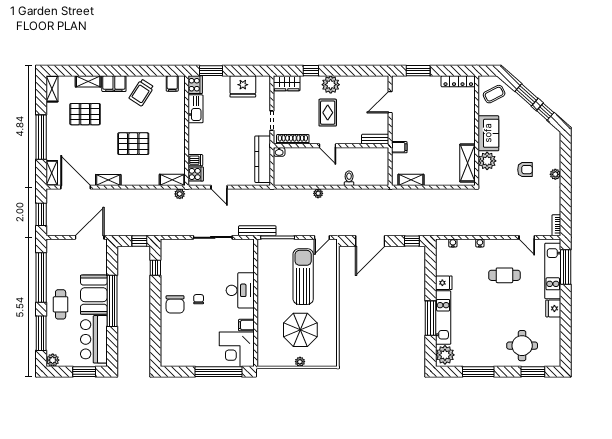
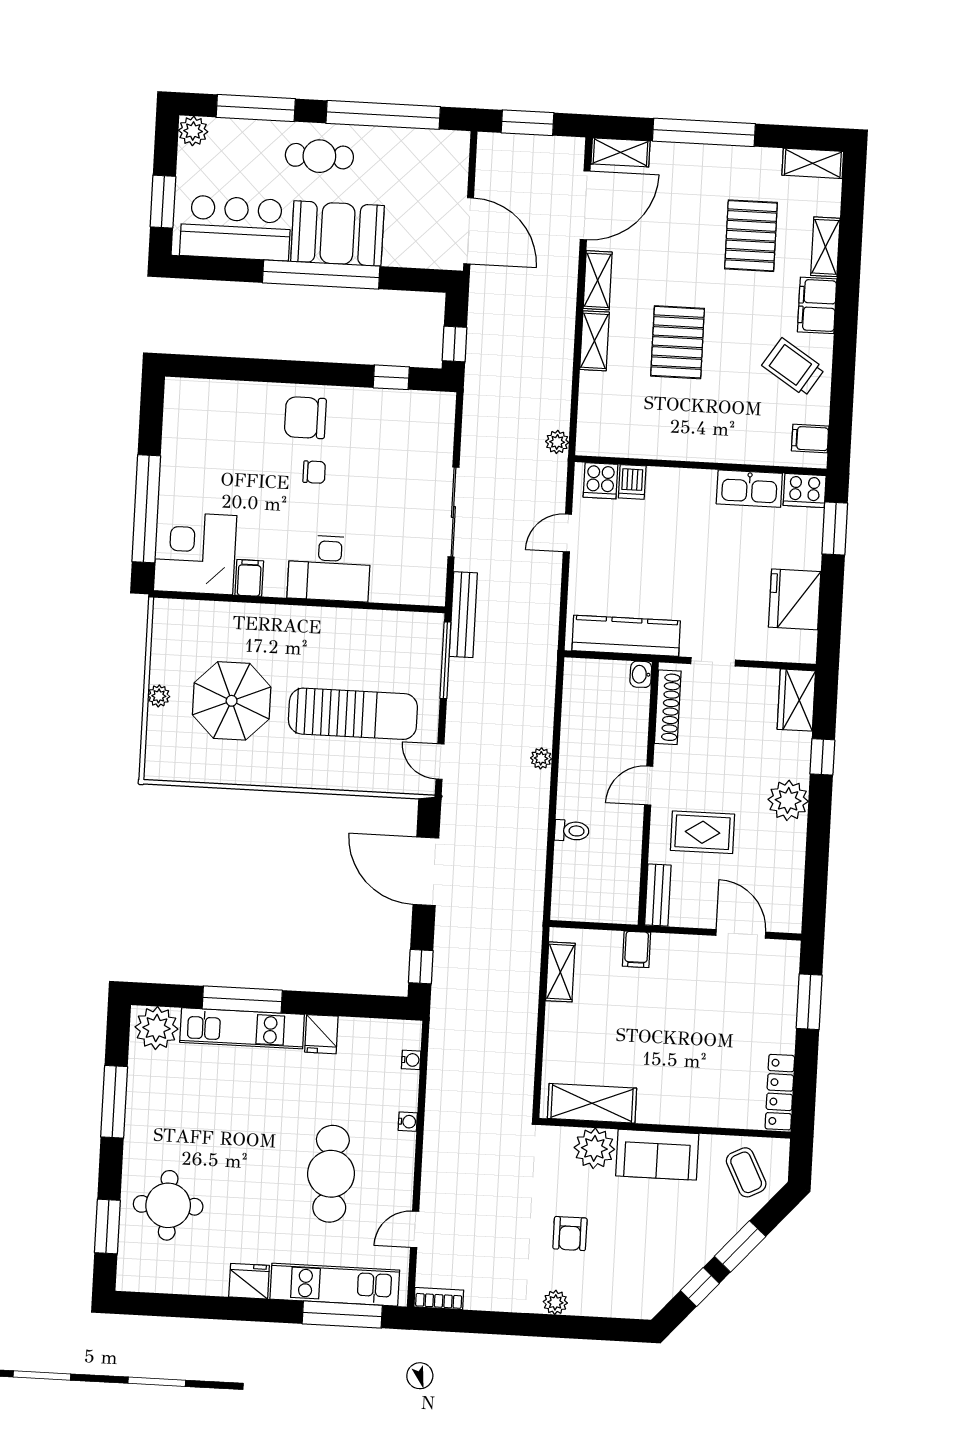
rug: (328, 113) -> (702, 832), moved
shelving: (172, 180) -> (595, 341), moved
cafe table: (504, 275) -> (331, 1174), width x1.37, depth x1.35

